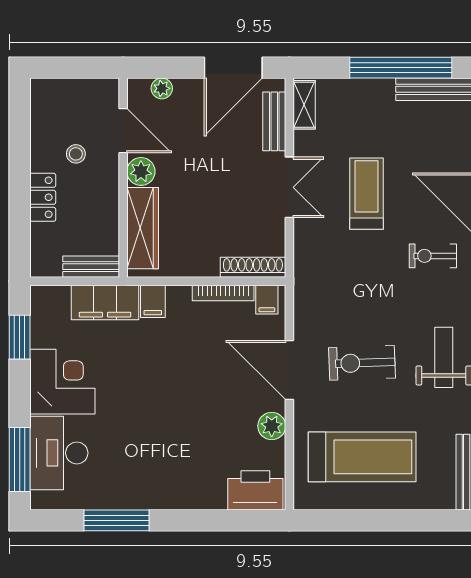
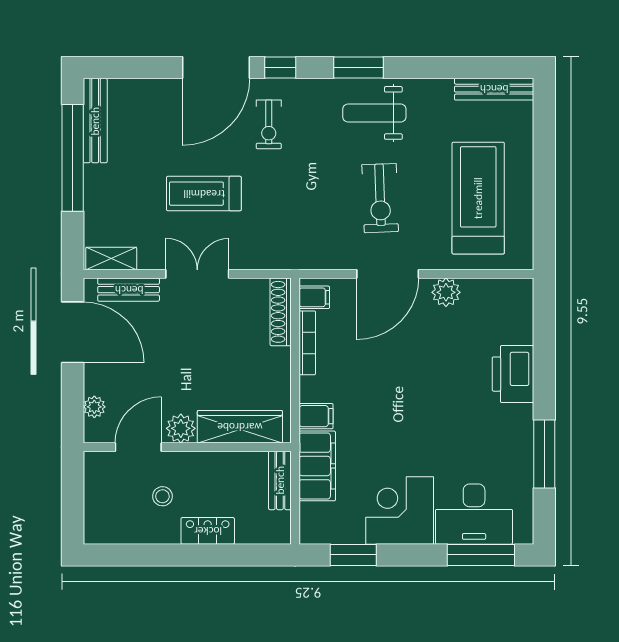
printer: (255, 490) -> (513, 374), moved

